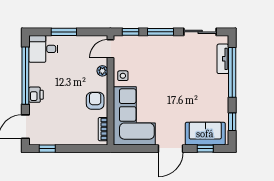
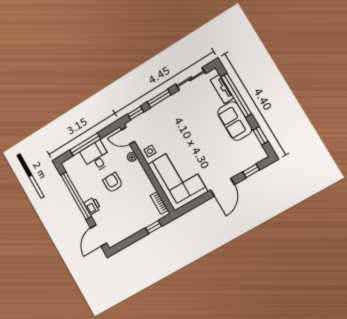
window: (64, 32) -> (85, 144), width x1.44
desk: (43, 49) -> (96, 157), moved, turned 90
door: (110, 49) -> (128, 136), hinge flipped
armchair: (95, 101) -> (113, 183), moved
sofa: (205, 134) -> (235, 121), moved, turned -90
window: (47, 149) -> (154, 227), moved

